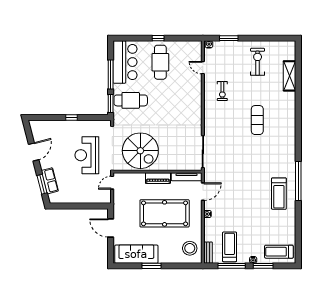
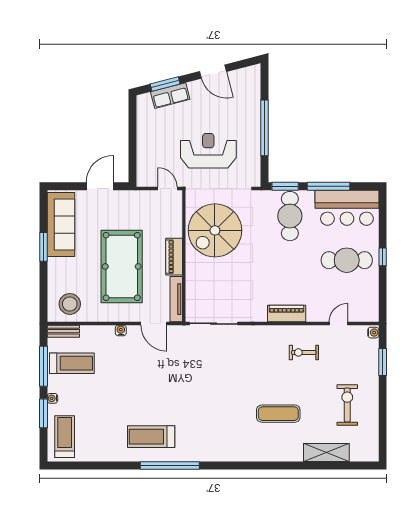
exercise bike: (258, 62) -> (347, 405), turned -90
piano: (196, 103) -> (287, 313), added
window: (71, 117) -> (264, 128), width x3.17
exercise mat: (257, 120) -> (278, 414), moved

